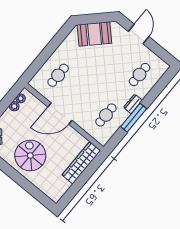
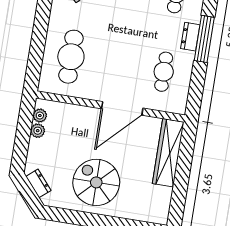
cafe table: (58, 75) -> (71, 57), width x1.37, depth x1.35
door: (60, 114) -> (122, 108), moved
window: (134, 118) -> (204, 39), moved

